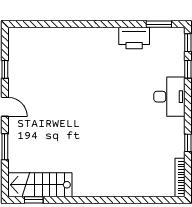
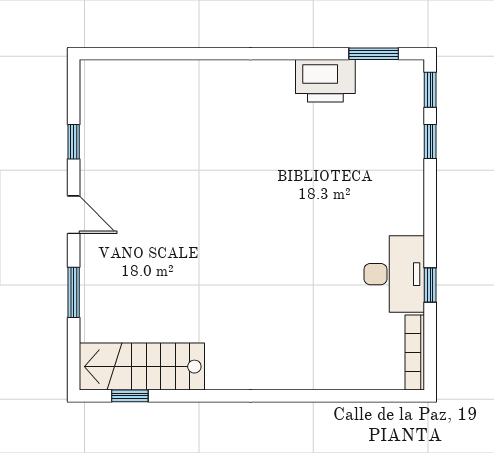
desk: (169, 97) -> (394, 274), moved

